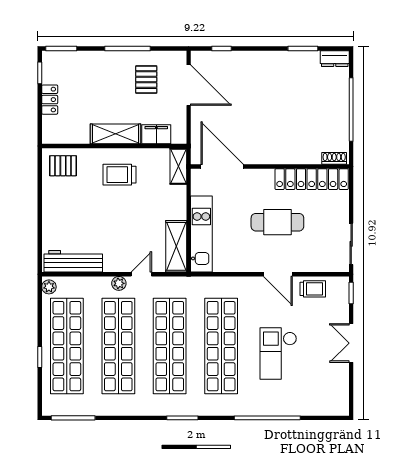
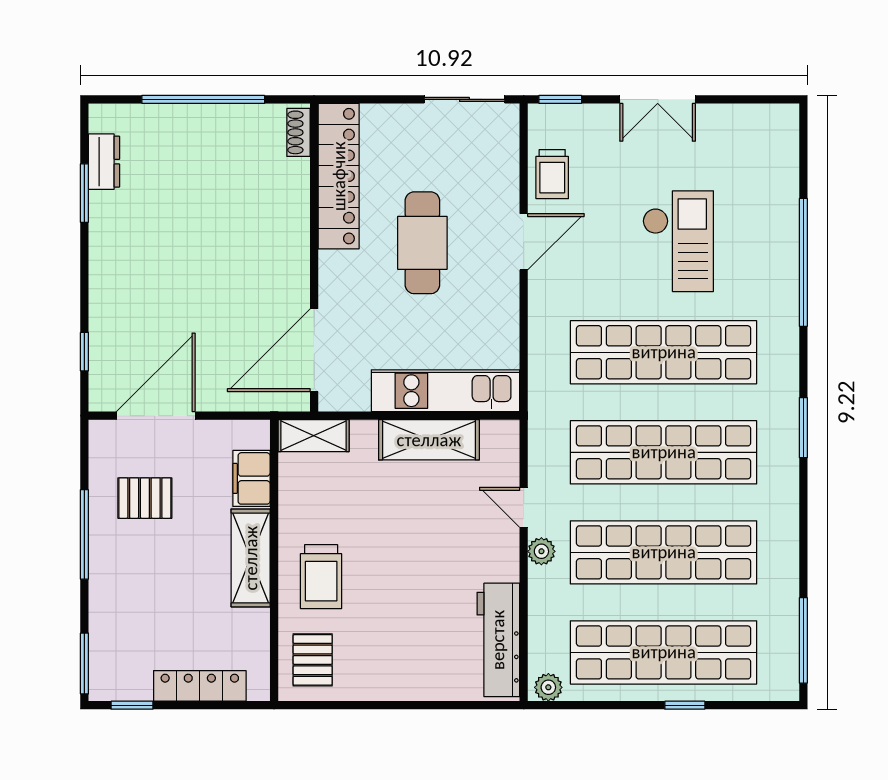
dresser: (335, 59) -> (104, 162), moved
locker: (50, 100) -> (200, 686), width x1.53
trolley: (120, 175) -> (321, 577), moved
shelving: (176, 246) -> (429, 440), moved
trolley: (313, 289) -> (552, 174), turned 180
checkout: (278, 354) -> (678, 241), turned -90

